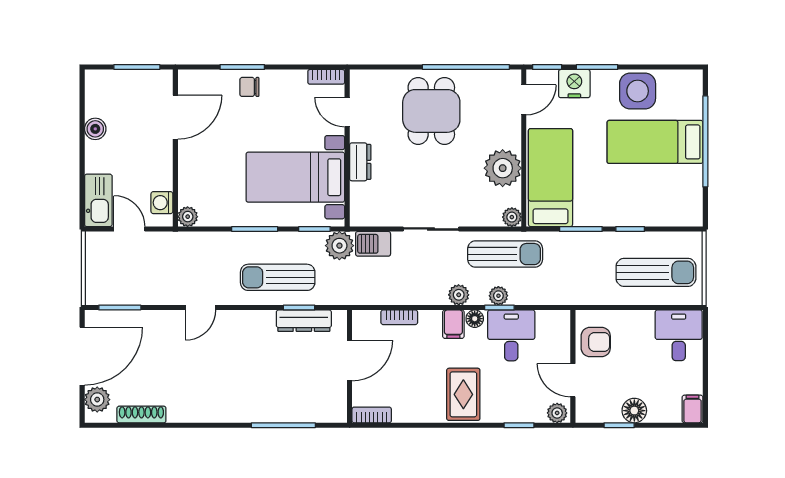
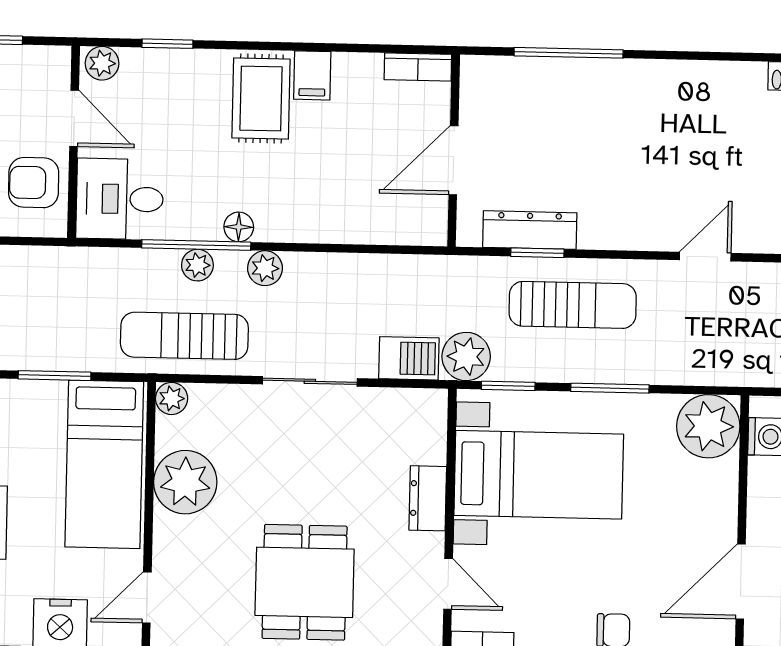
plant: (188, 217) -> (708, 426), width x1.88, depth x1.88
window: (499, 308) -> (196, 245), width x2.17
bookcase: (399, 317) -> (367, 232), removed
filing cabinet: (453, 324) -> (312, 75), moved, turned 180
desk: (511, 335) -> (120, 199), moved, turned 90

